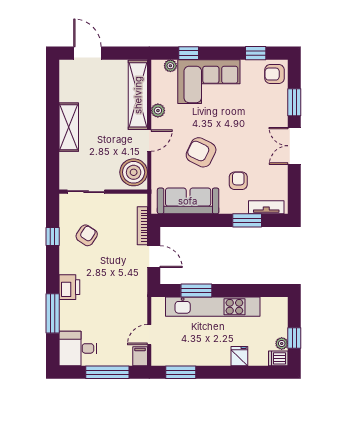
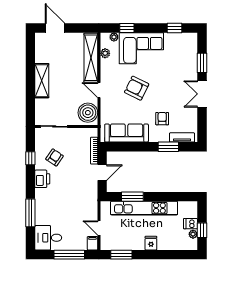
armchair: (274, 74) -> (188, 43), removed
plant: (158, 111) -> (105, 53), moved
door: (149, 141) -> (99, 90), swing flipped
armchair: (201, 152) -> (137, 88), moved
door: (154, 257) -> (102, 173), hinge flipped
printer: (69, 287) -> (42, 179), moved
door: (149, 335) -> (99, 228), hinge flipped
fridge: (239, 356) -> (151, 243), moved
dishwasher: (278, 358) -> (191, 224), moved

